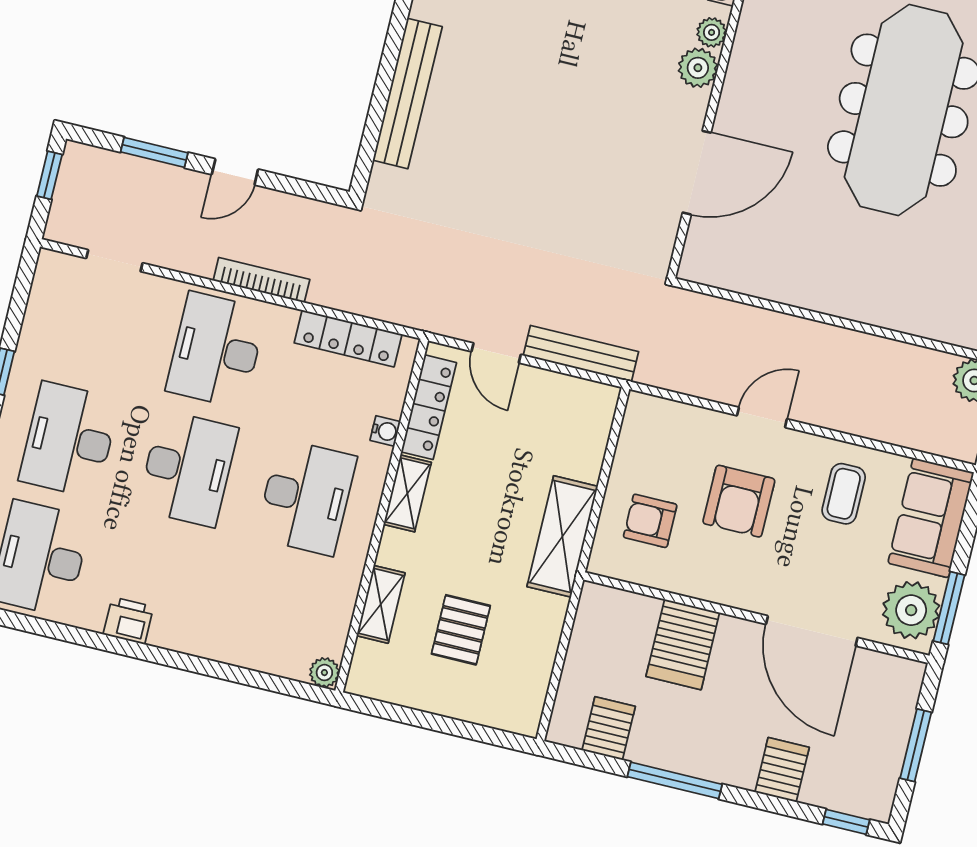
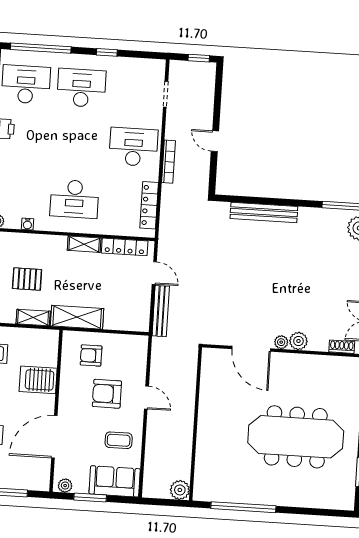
plant: (712, 32) -> (281, 342), moved
window: (154, 152) -> (217, 103), removed
door: (496, 353) -> (154, 273), swing flipped
water cooler: (385, 431) -> (27, 224), moved
desk: (188, 469) -> (78, 143), removed
armchair: (650, 521) -> (91, 355), turned -90
shelving: (381, 604) -> (33, 317), moved
window: (949, 608) -> (90, 498), moved
plant: (911, 610) -> (65, 486), width x0.53, depth x0.53

